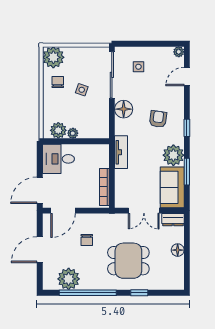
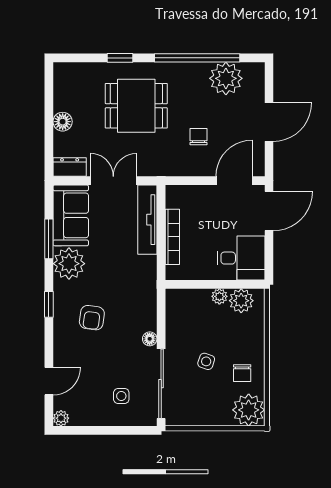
floor lamp: (124, 109) -> (150, 339), width x0.53, depth x0.53
tv unit: (121, 152) -> (147, 220), moved, width x1.41
bookcase: (104, 187) -> (172, 237), moved

